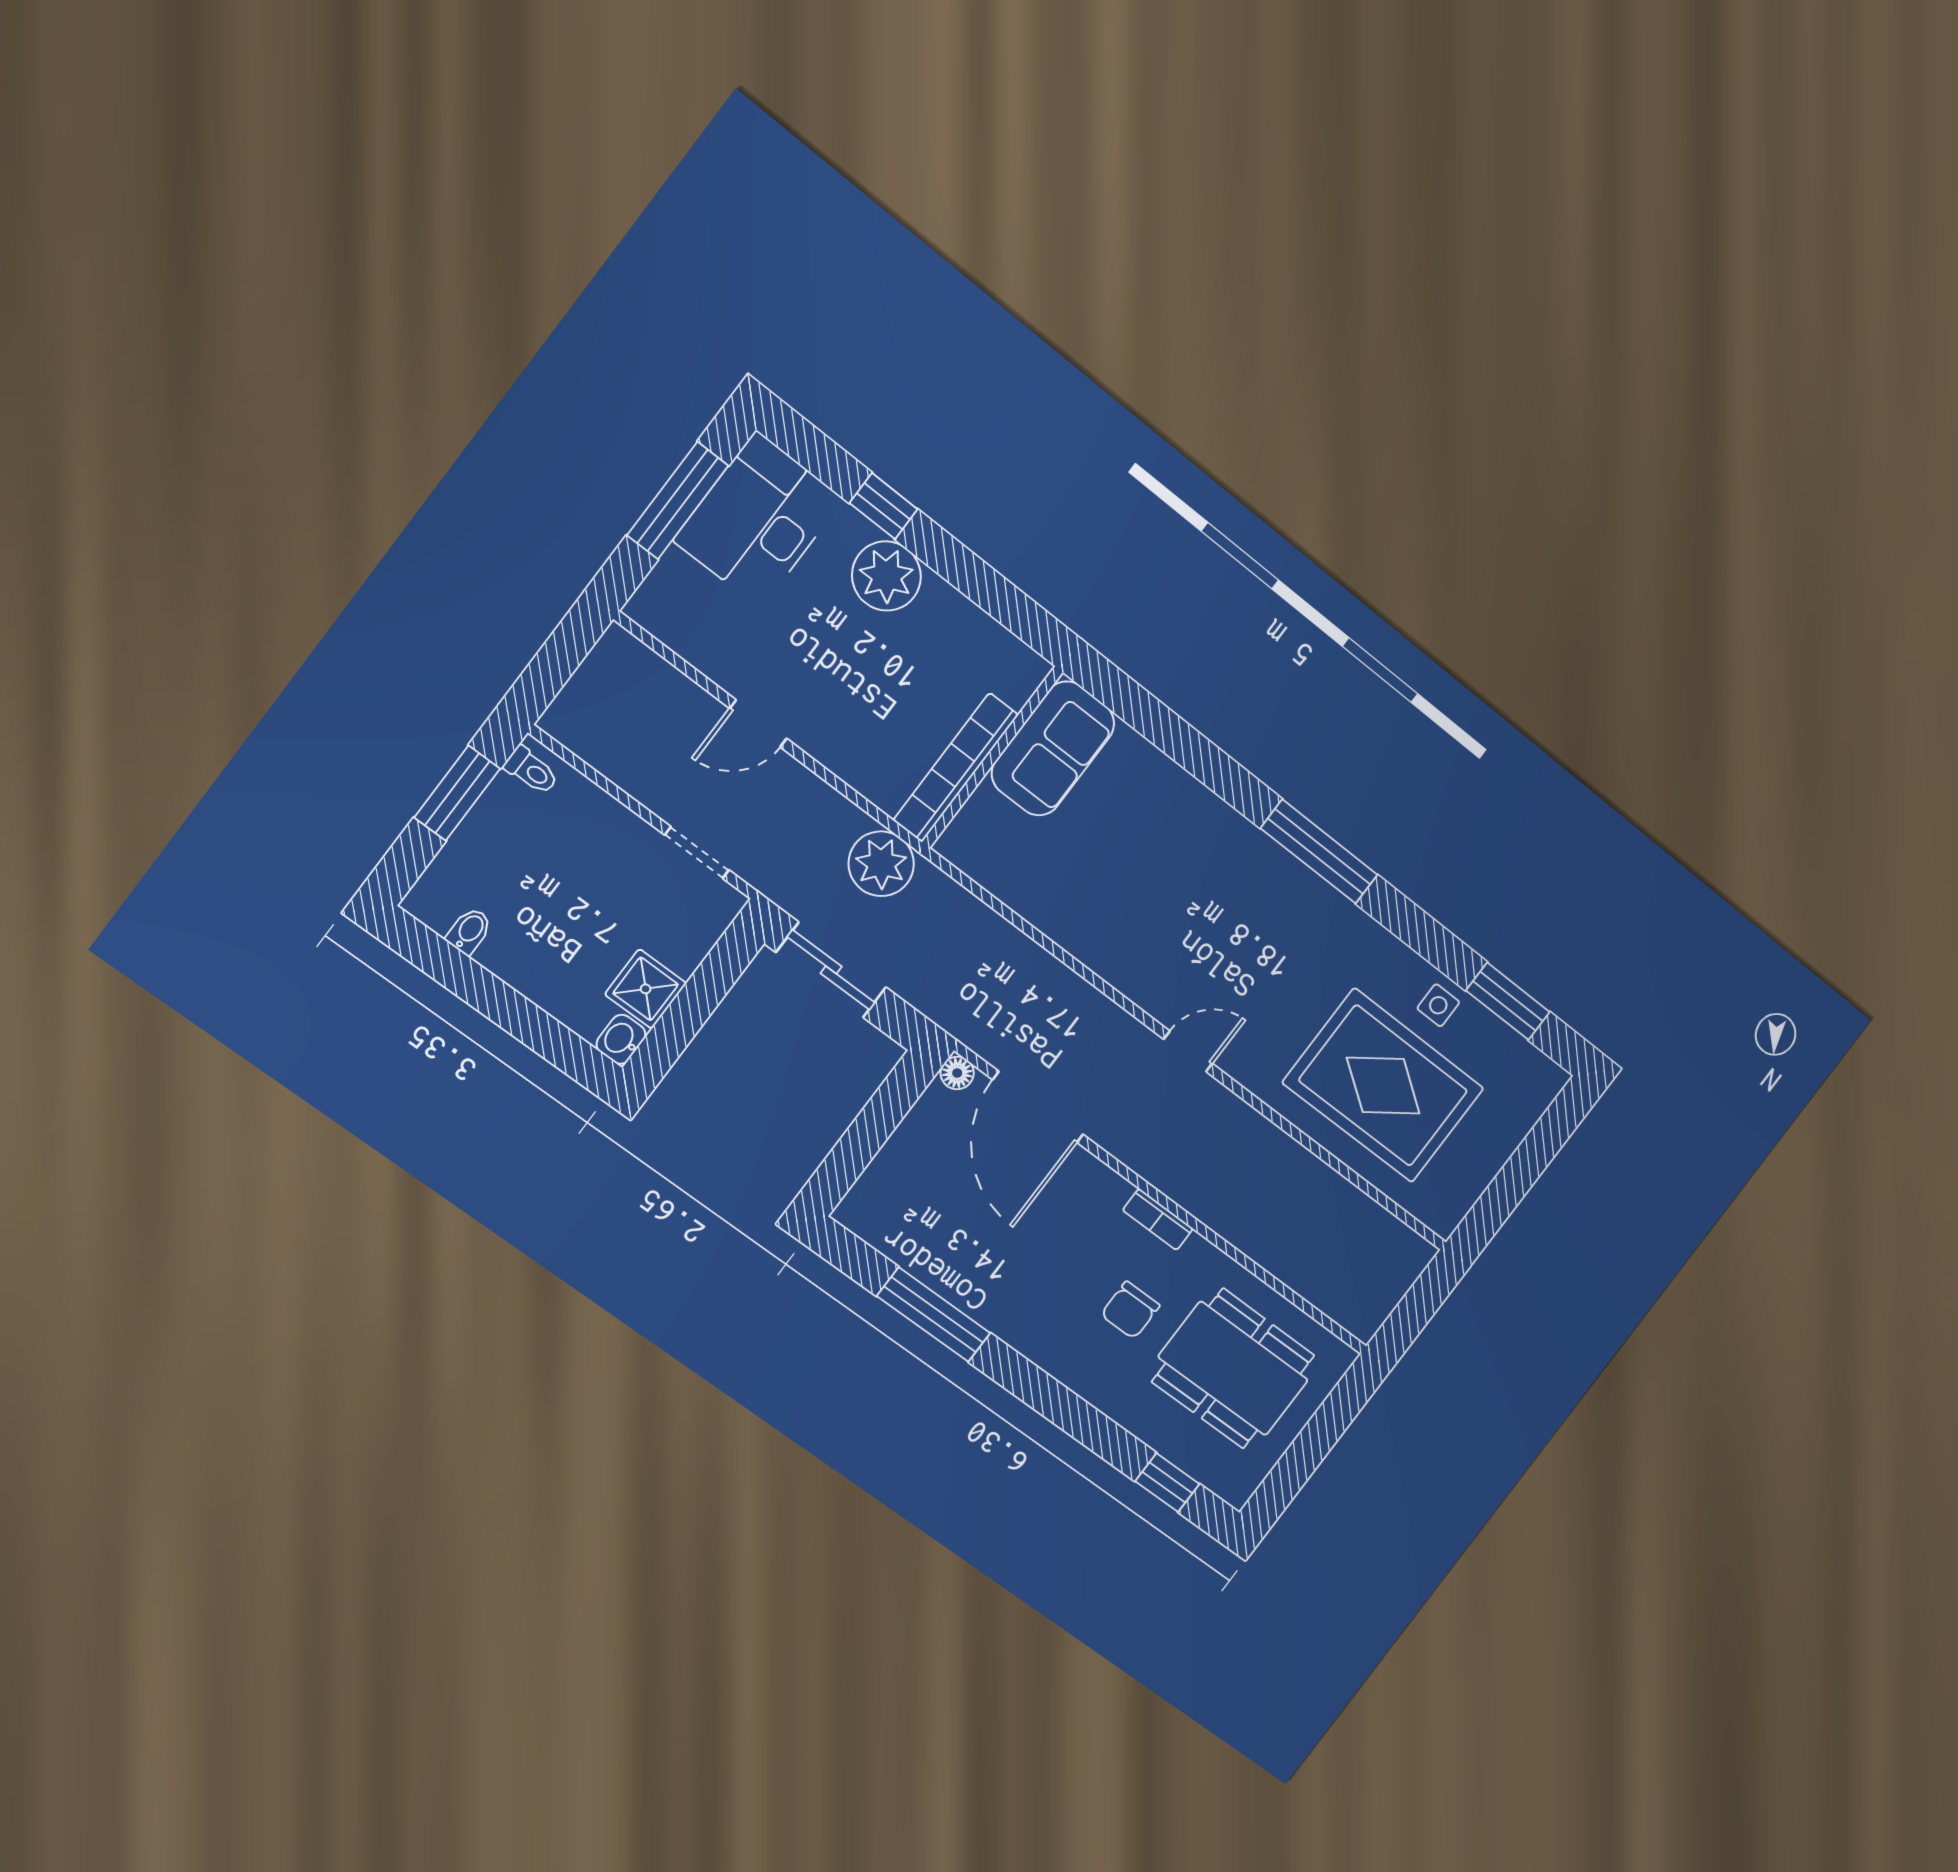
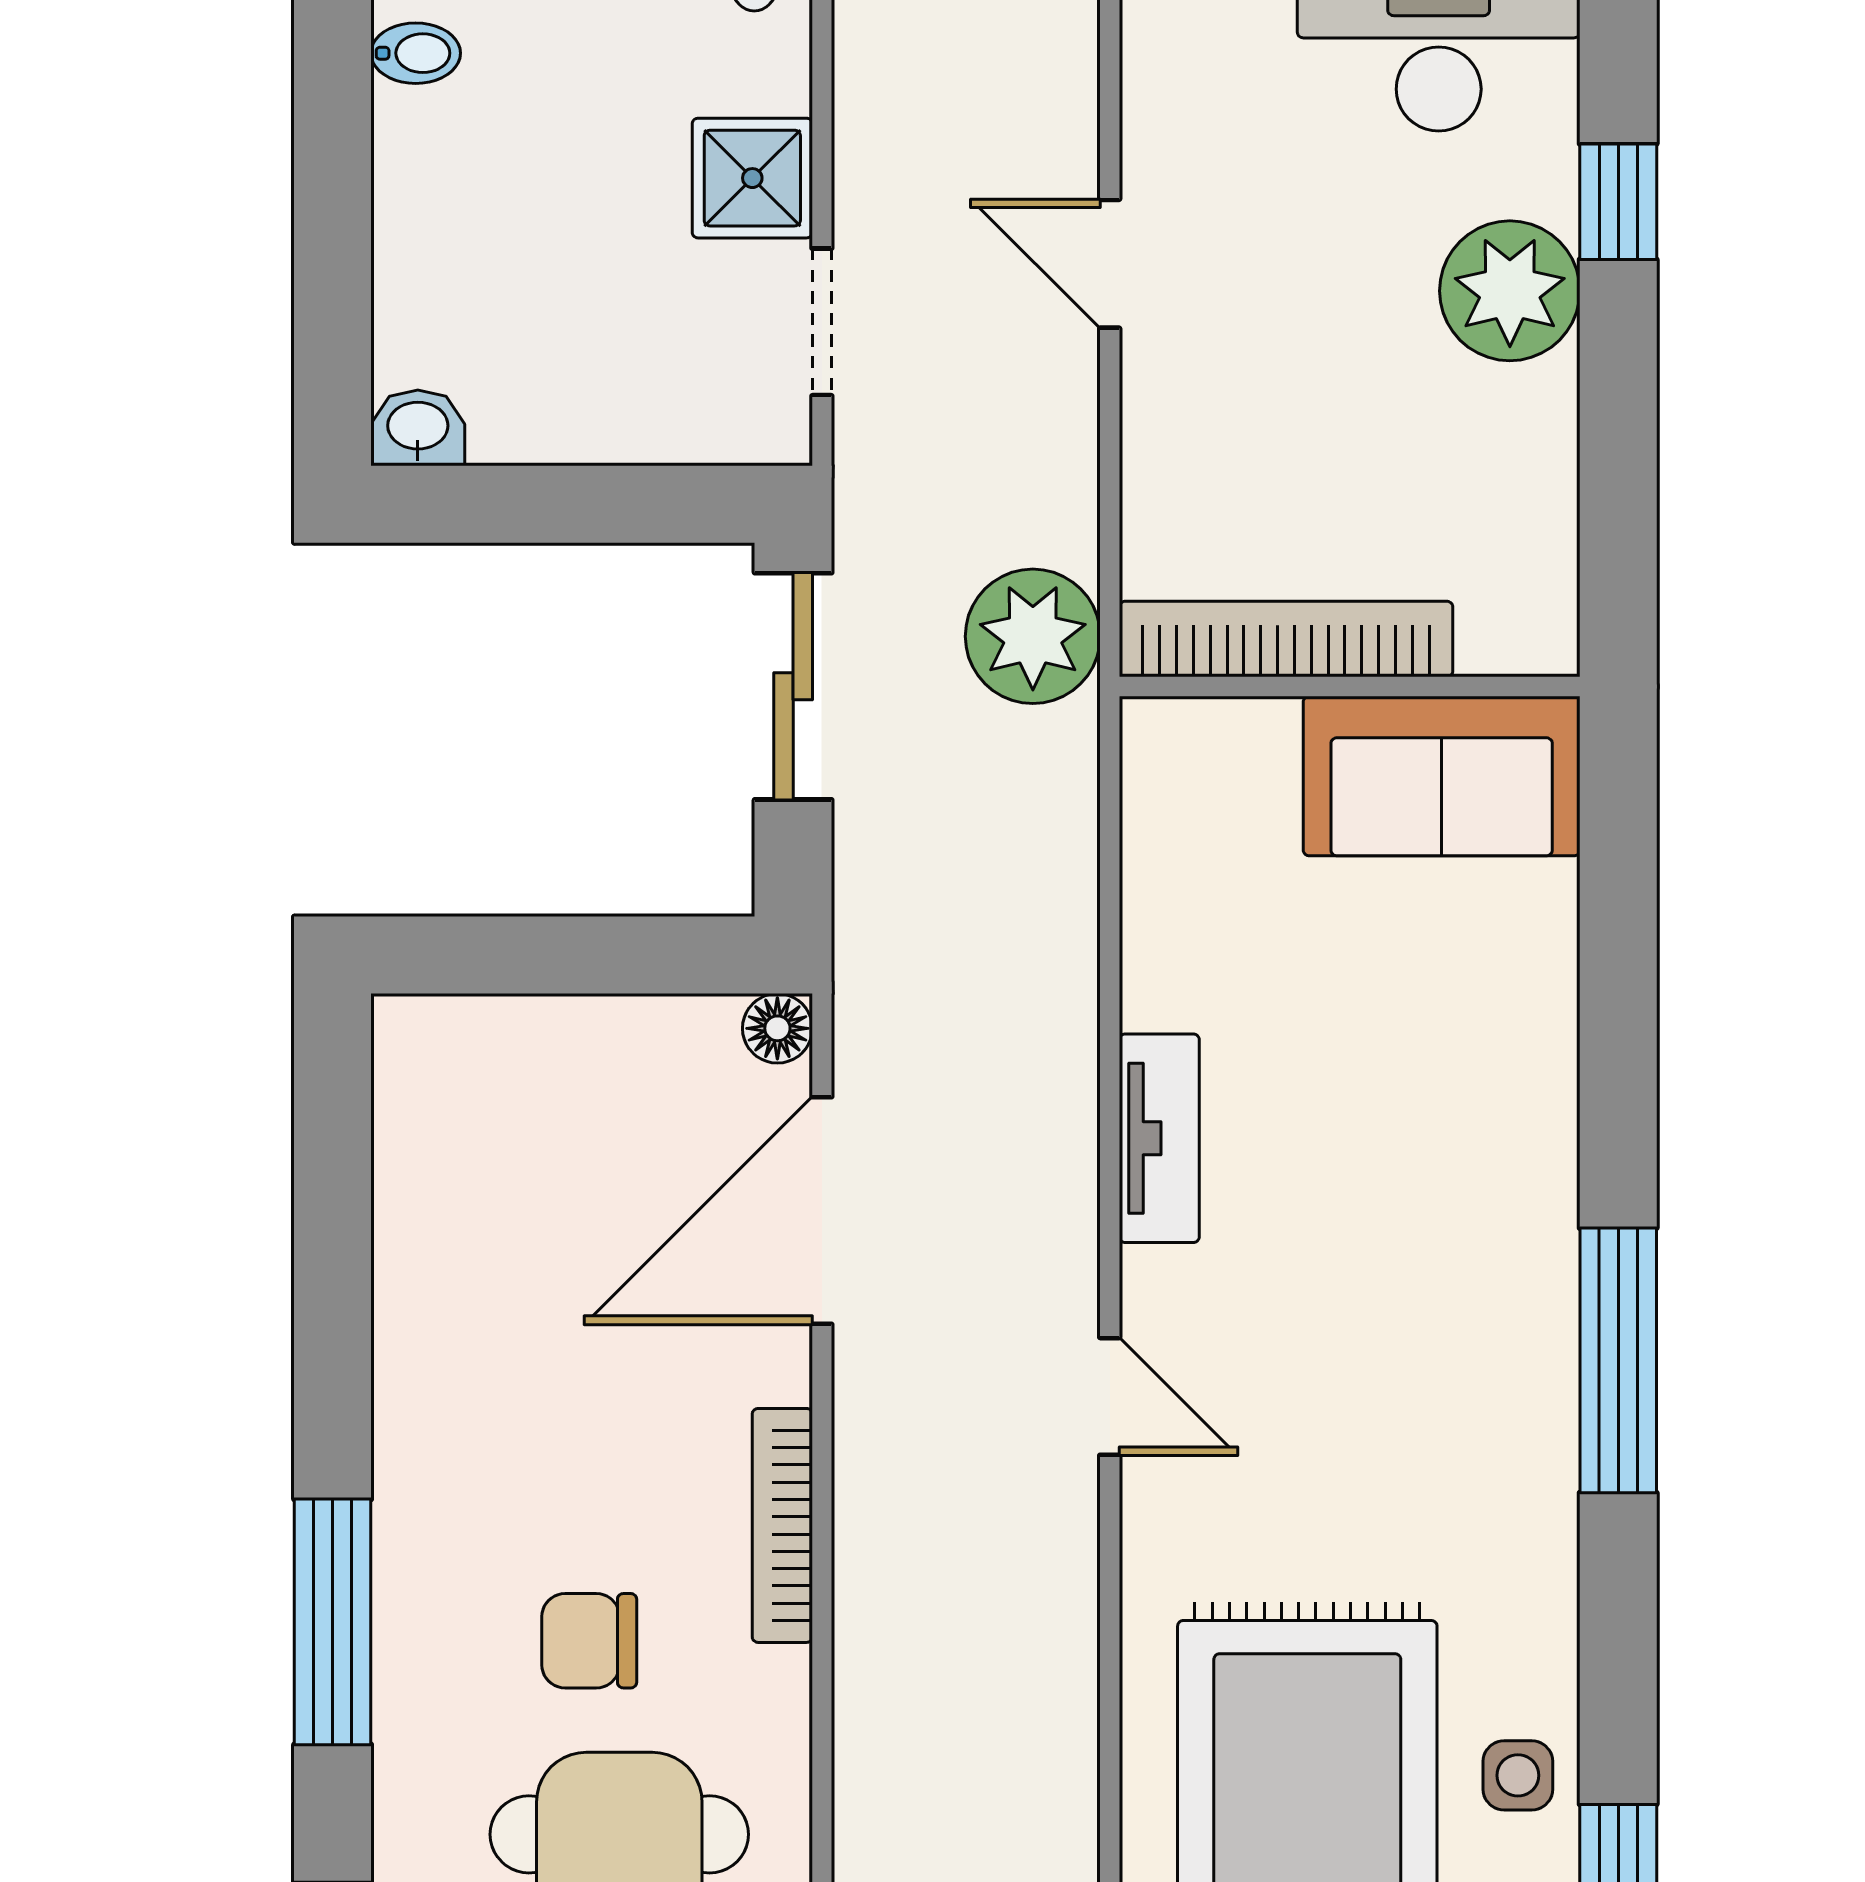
tv unit: (1107, 960) -> (1159, 1138), added
shower: (646, 989) -> (752, 178), moved
bookcase: (1158, 1219) -> (782, 1525), width x1.56
window: (934, 1315) -> (333, 1622), moved

